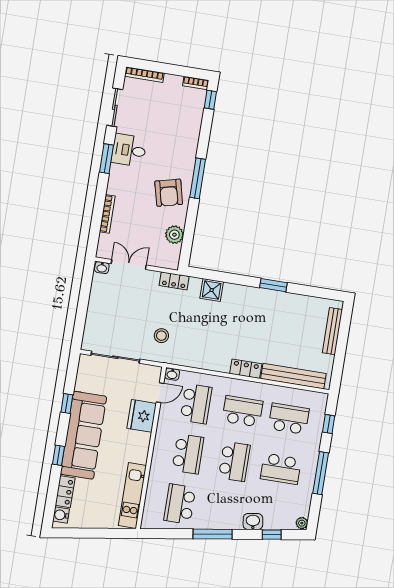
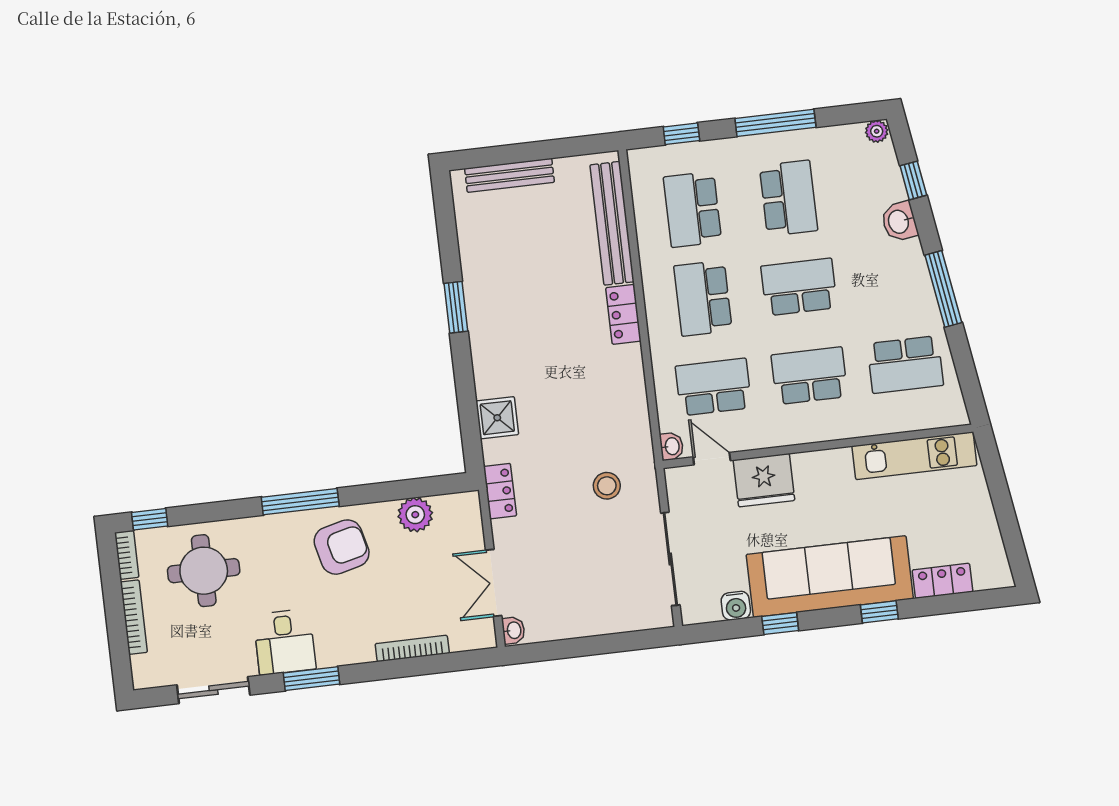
bookcase: (144, 75) -> (134, 617), moved
round table: (177, 120) -> (204, 571), added
water cooler: (61, 515) -> (736, 606), moved

